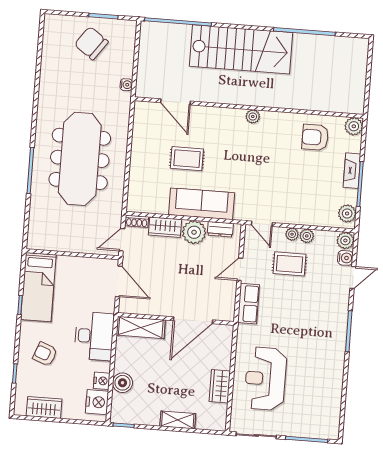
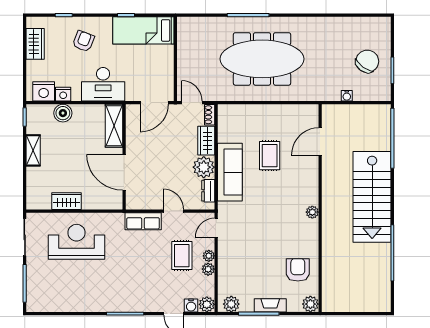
water cooler: (126, 85) -> (347, 96), moved
shelving: (178, 420) -> (33, 150), moved

